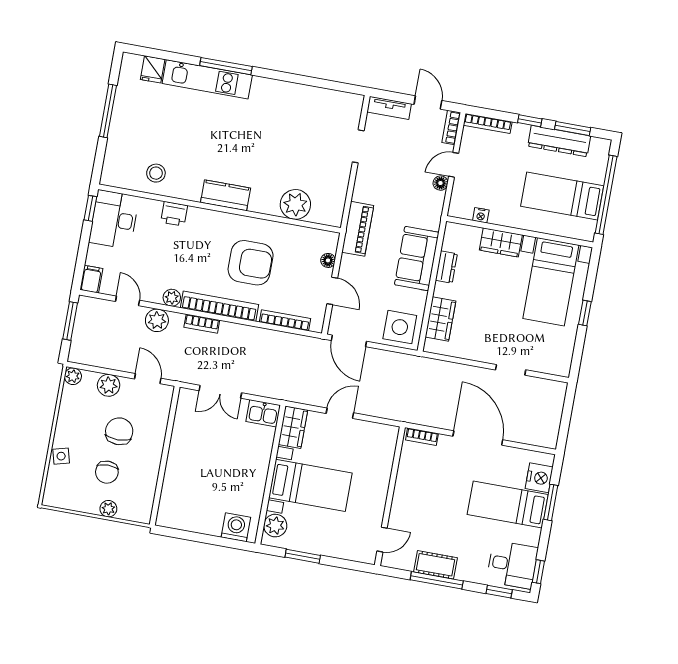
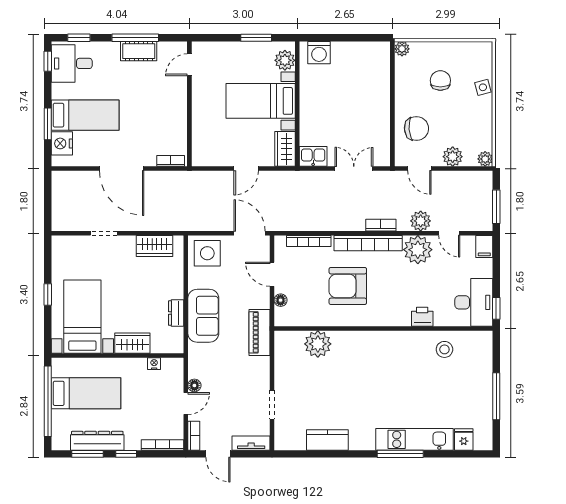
kitchen counter: (226, 195) -> (327, 440), moved, turned 180
plant: (172, 298) -> (418, 250), width x1.88, depth x1.88
wardrobe: (440, 319) -> (155, 246), moved, turned -90
chair: (119, 431) -> (416, 129), moved, turned -95
plant: (108, 509) -> (402, 49), moved

